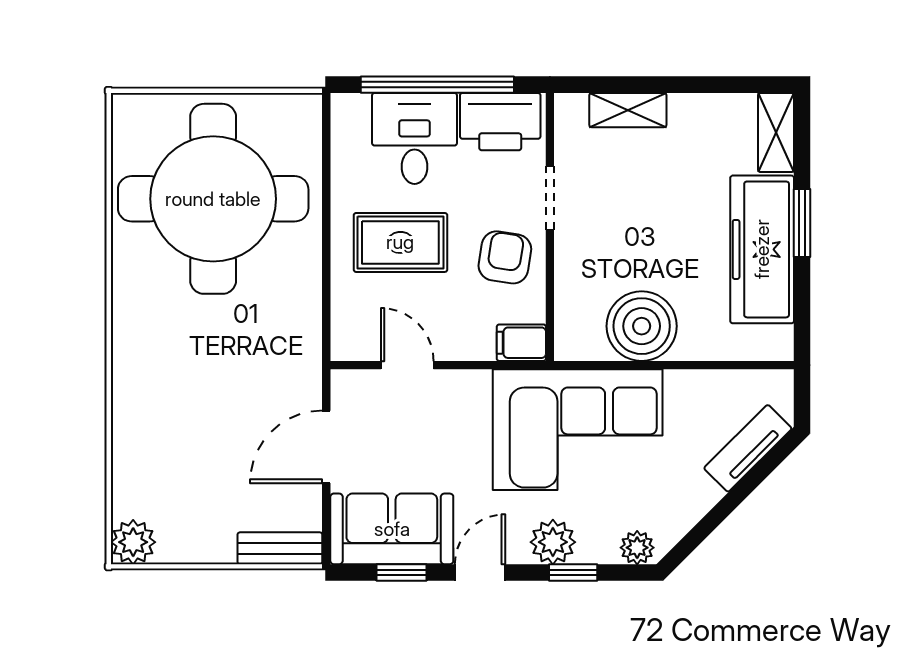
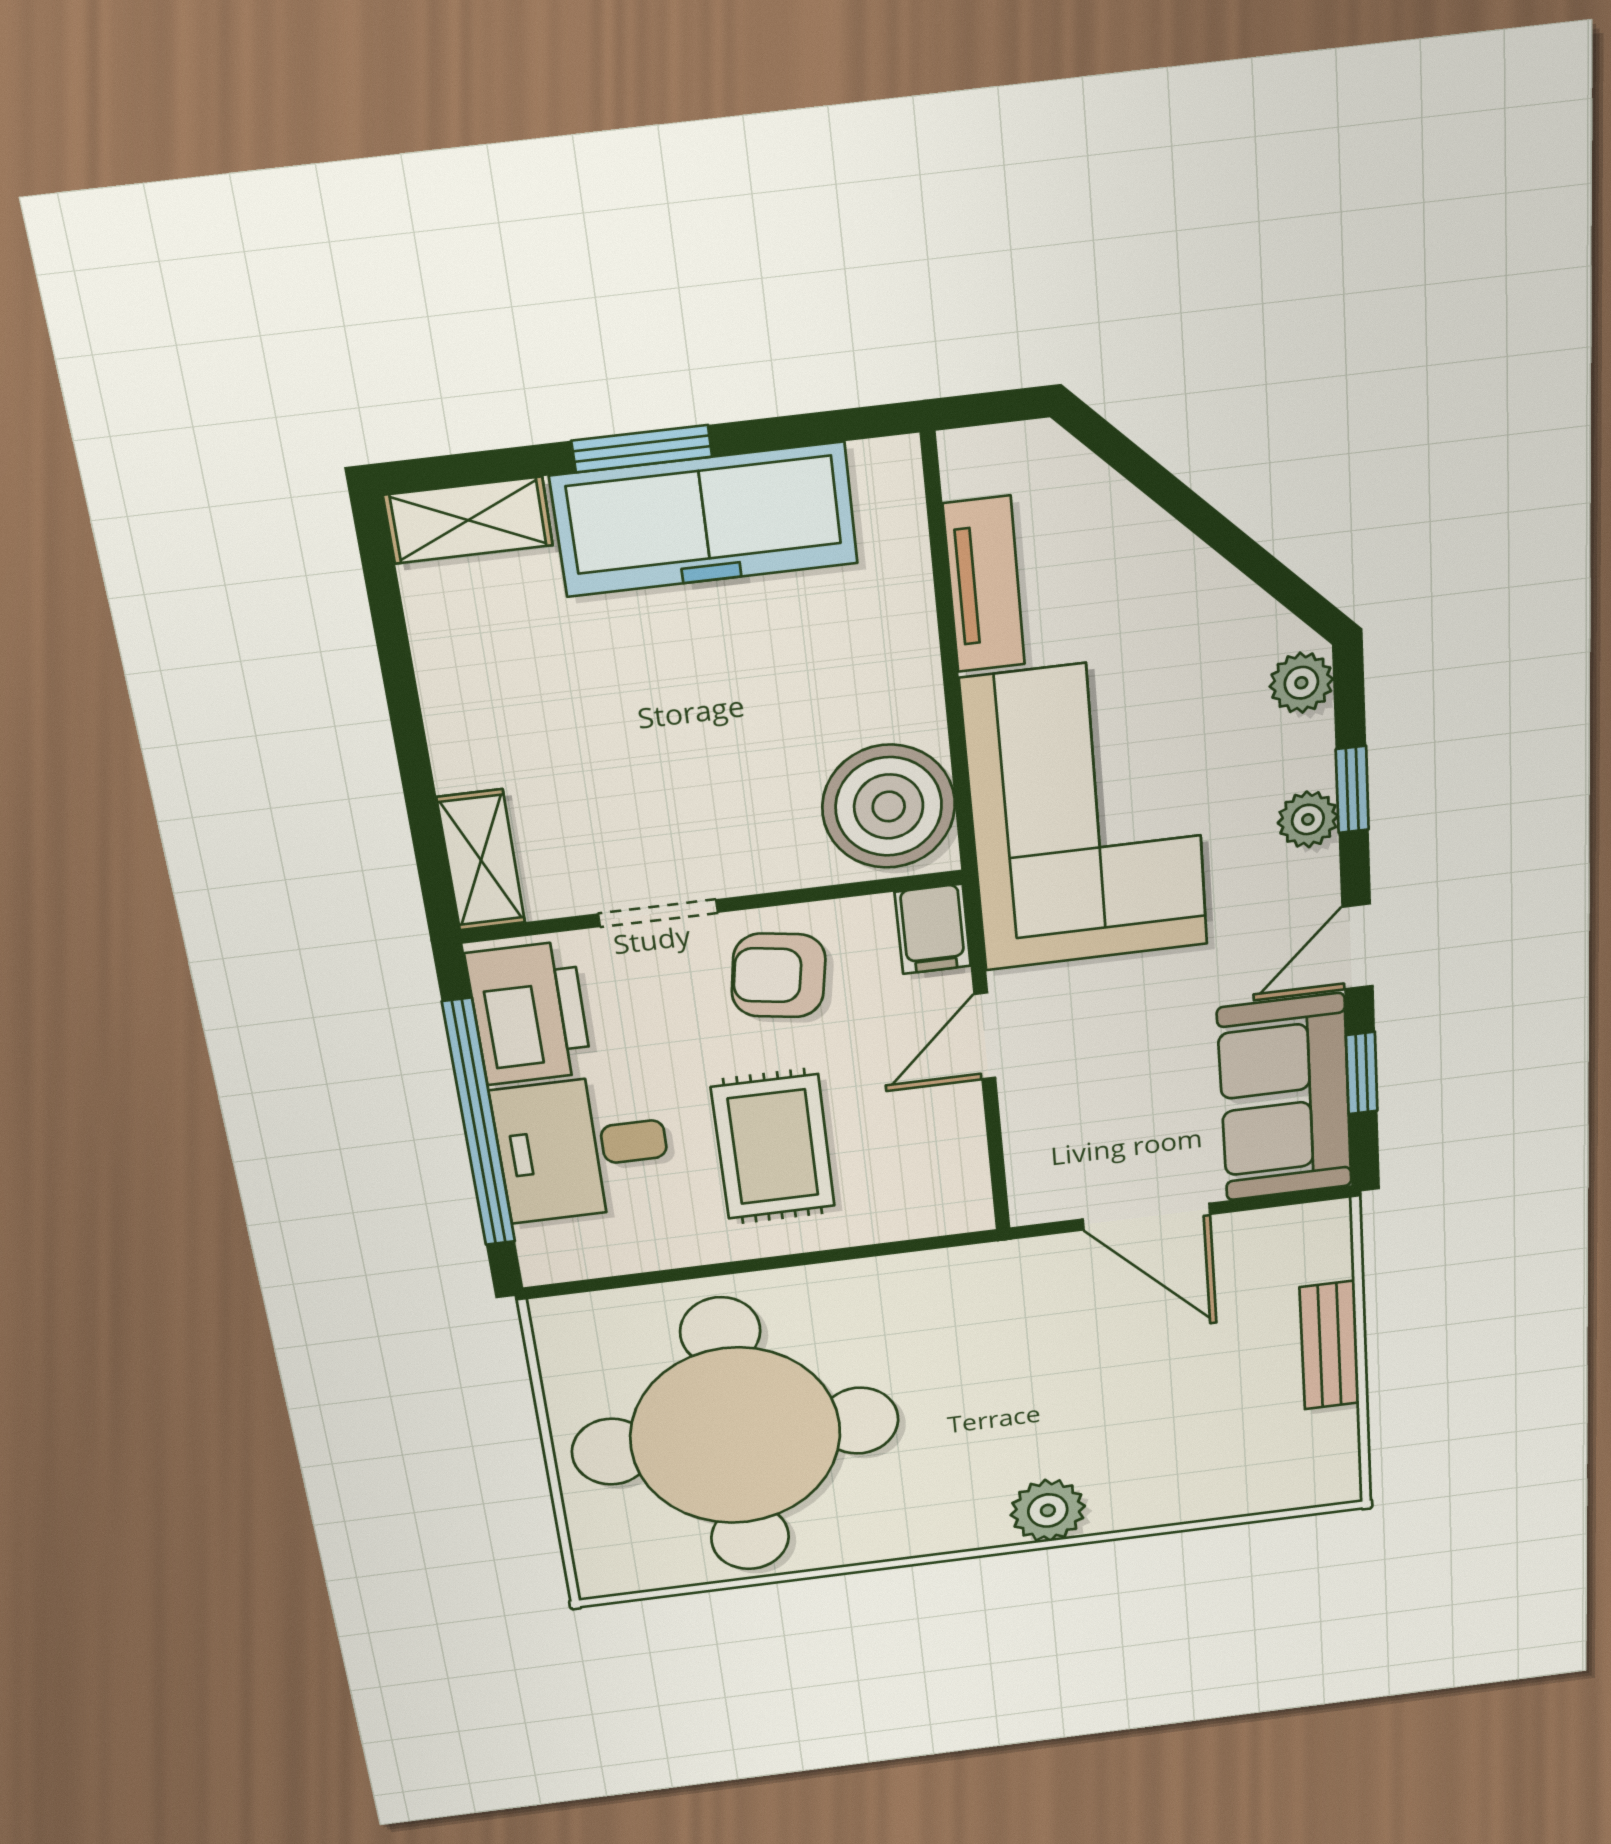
shelving: (628, 110) -> (481, 860), moved
boiler: (642, 326) -> (889, 806), moved
door: (407, 365) -> (985, 1036), moved
tv unit: (748, 448) -> (984, 585), moved, turned -135
plant: (133, 542) -> (1048, 1510), moved
plant: (553, 542) -> (1308, 819), width x0.73, depth x0.73
bench: (280, 548) -> (1329, 1345), moved
door: (480, 573) -> (1358, 947), hinge flipped

